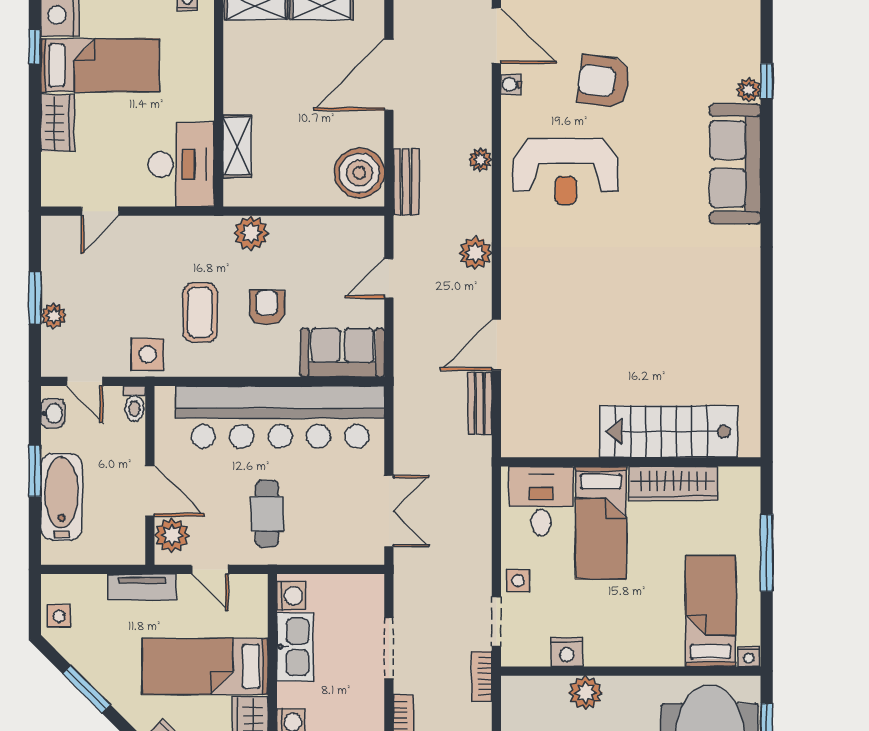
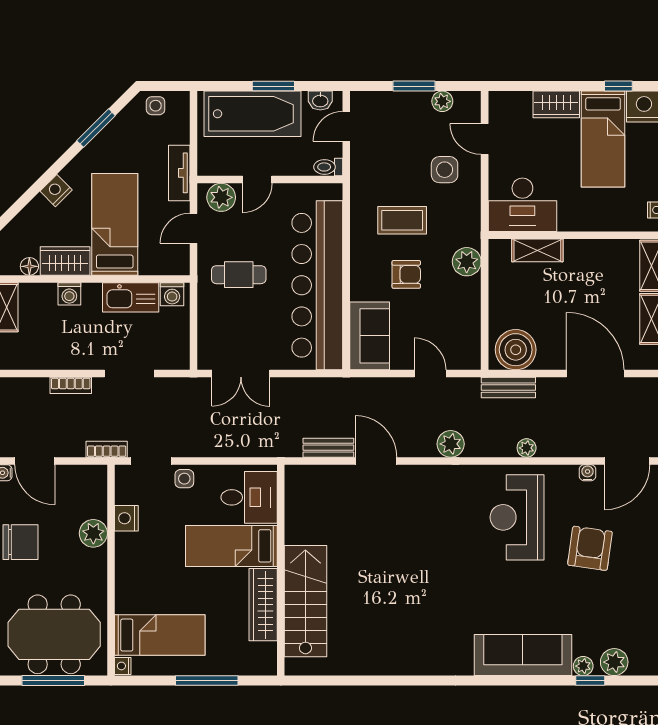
plant: (744, 52) -> (614, 662), added
plant: (54, 316) -> (442, 101), moved
side table: (148, 354) -> (445, 170), moved
door: (150, 491) -> (257, 179), width x0.73
bathtub: (61, 497) -> (252, 114), width x1.36, depth x1.36

